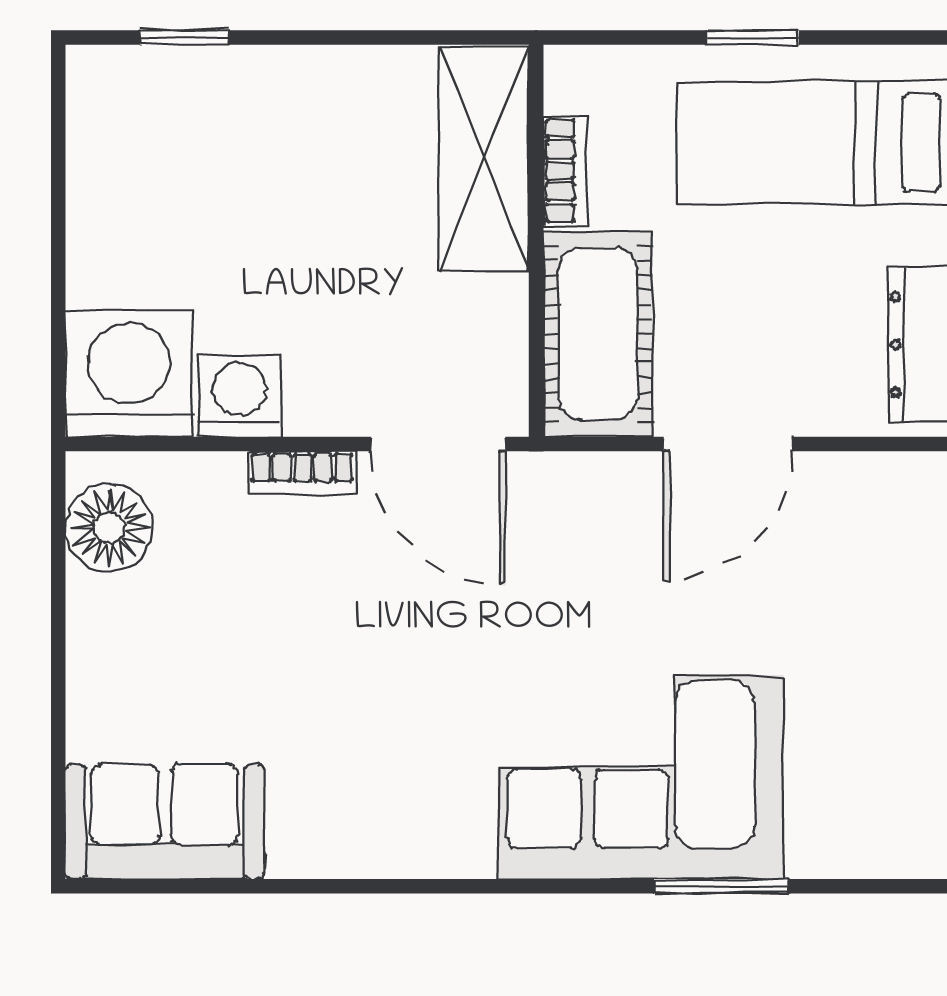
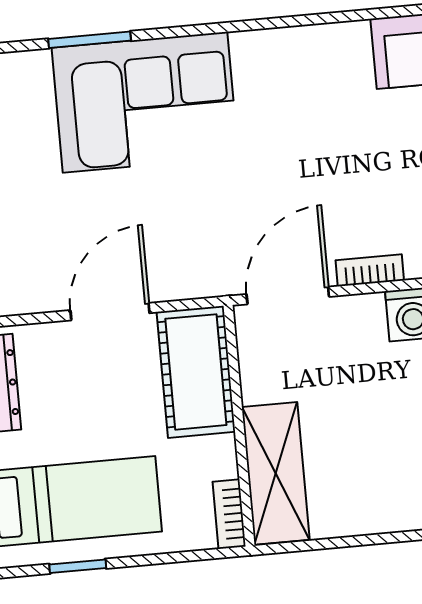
window: (753, 37) -> (78, 566), moved
bookcase: (565, 171) -> (229, 514), moved
door: (438, 444) -> (288, 295), hinge flipped

